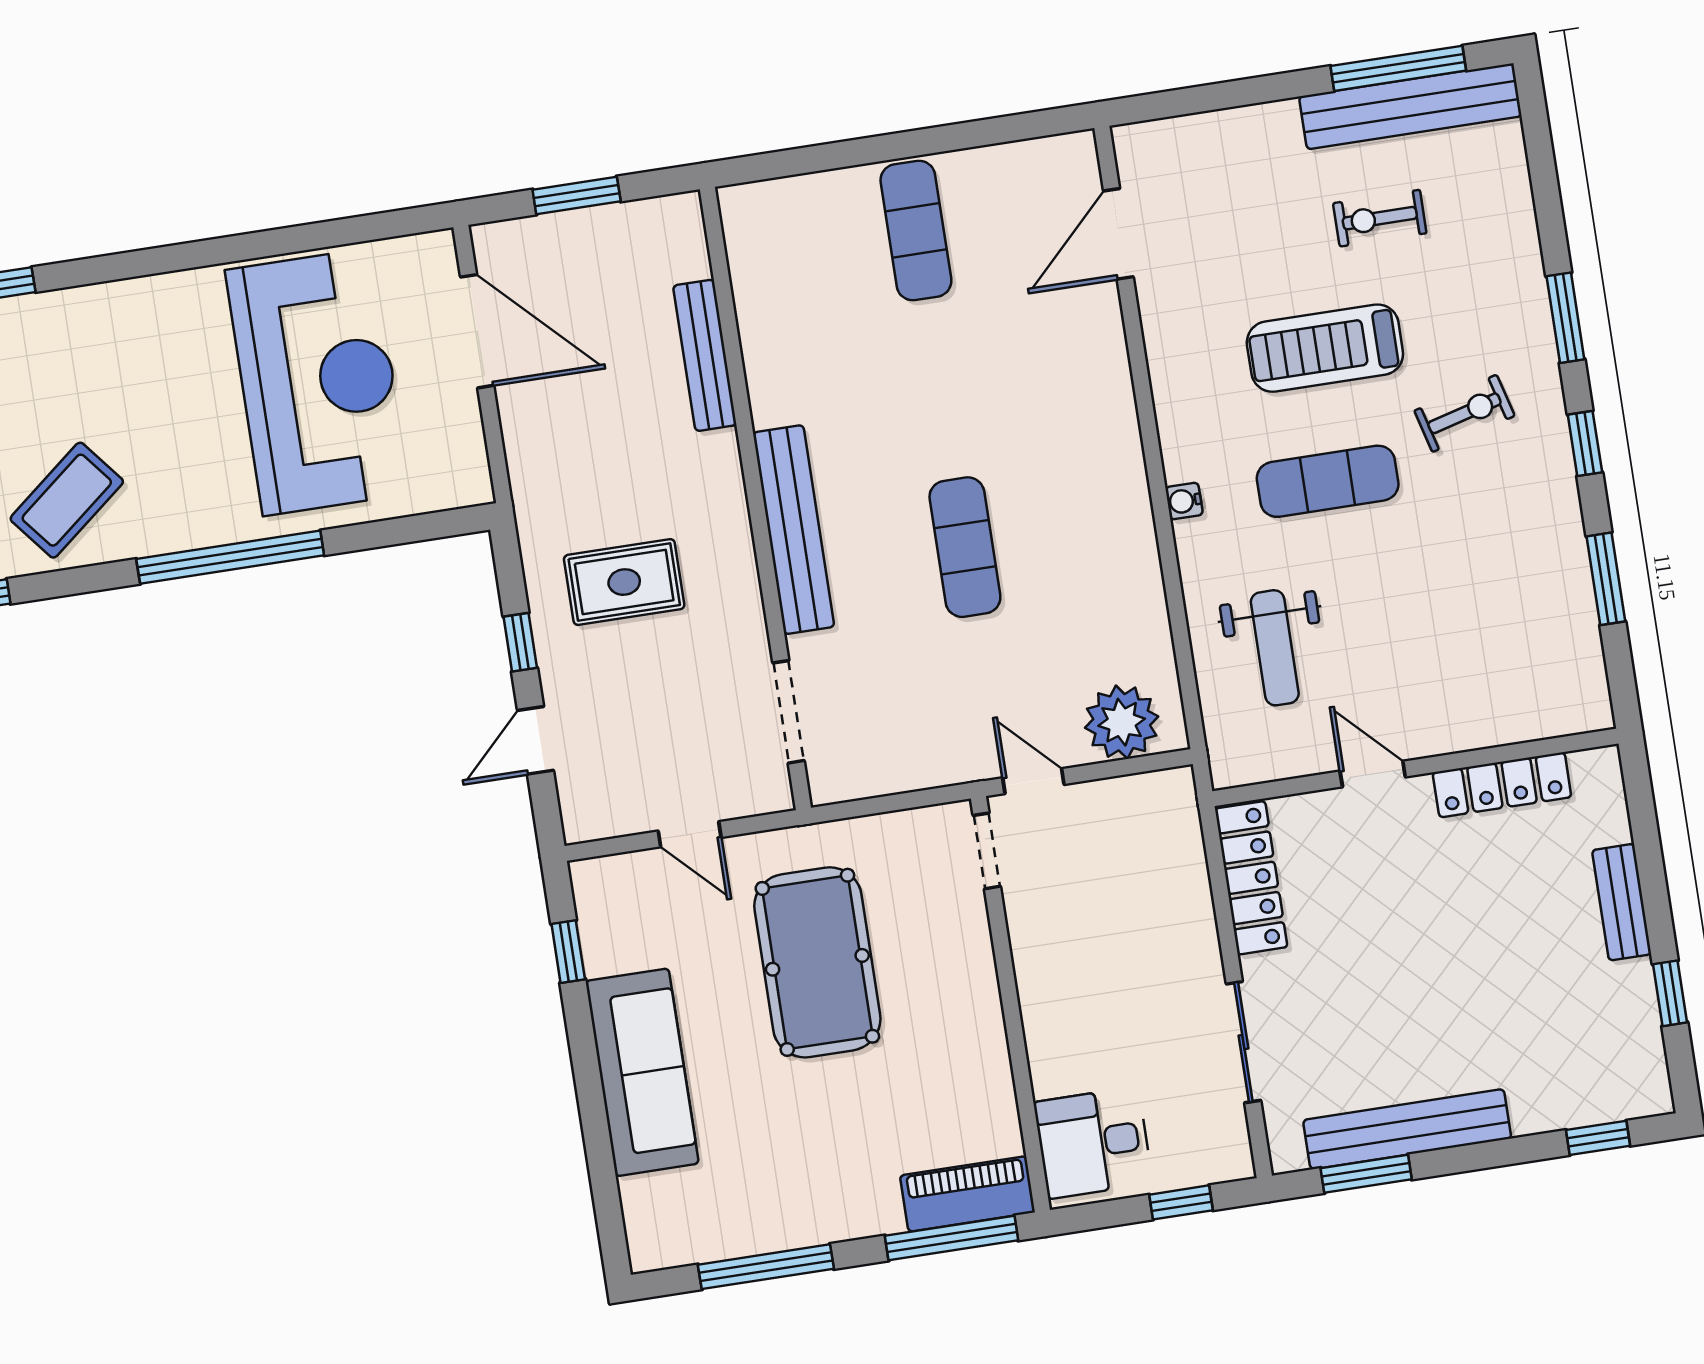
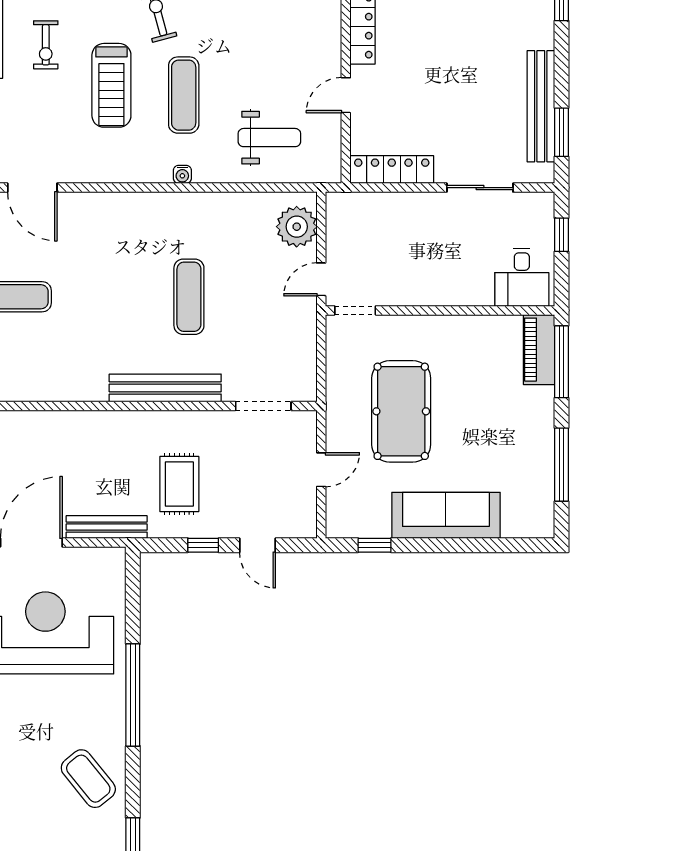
bench: (705, 355) -> (107, 527), moved
exercise mat: (965, 547) -> (189, 297), turned 90
pool table: (817, 962) -> (401, 411), turned 90

